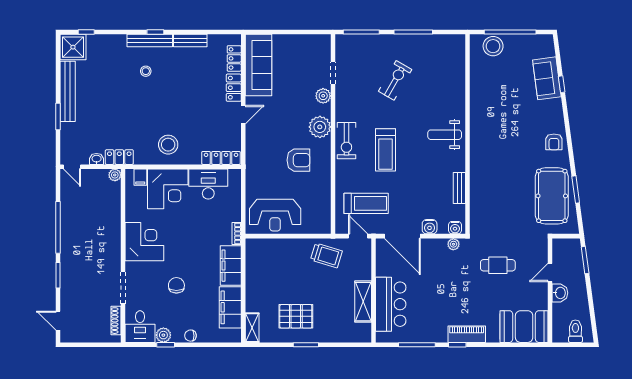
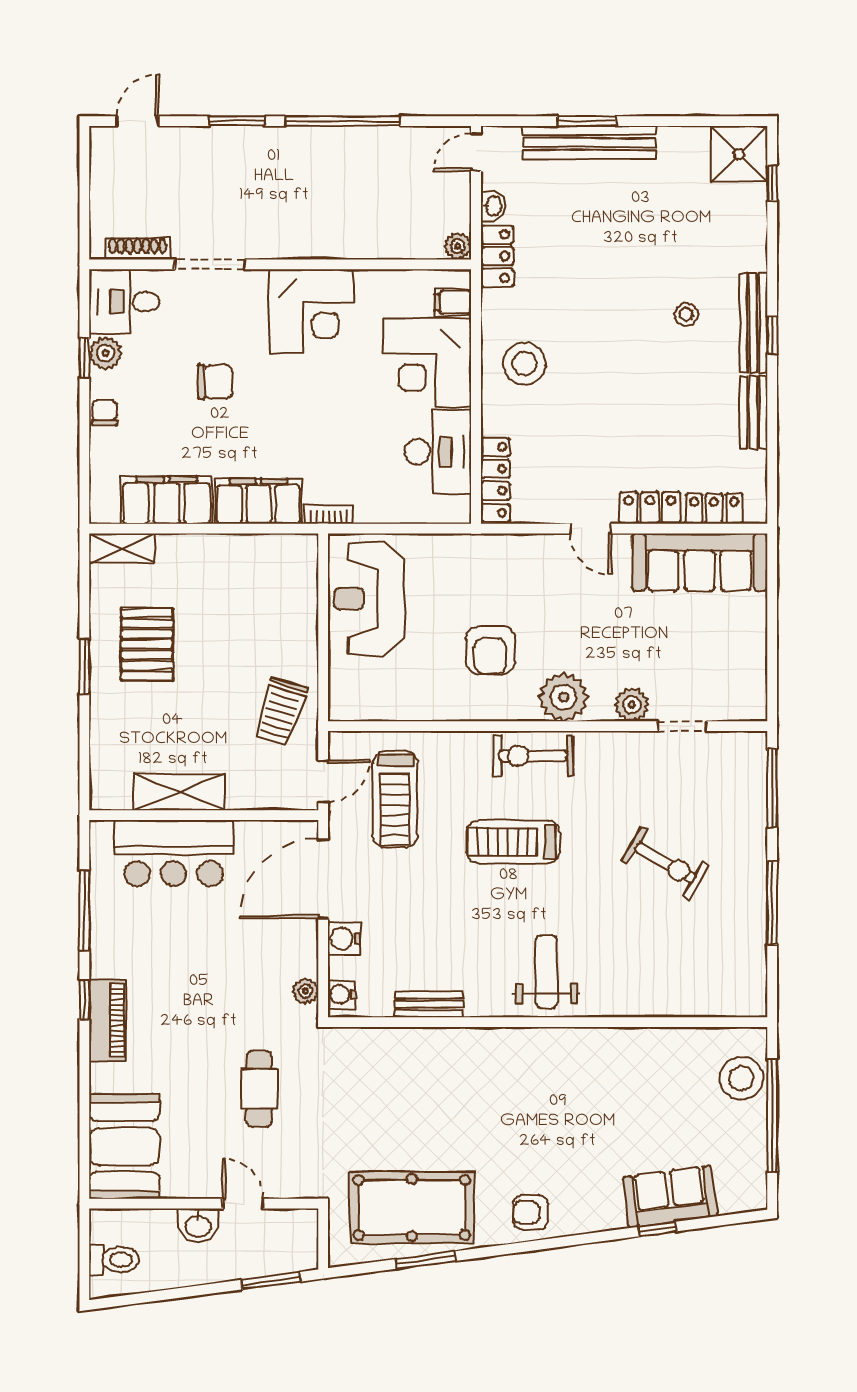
bench: (68, 91) -> (589, 142), moved

